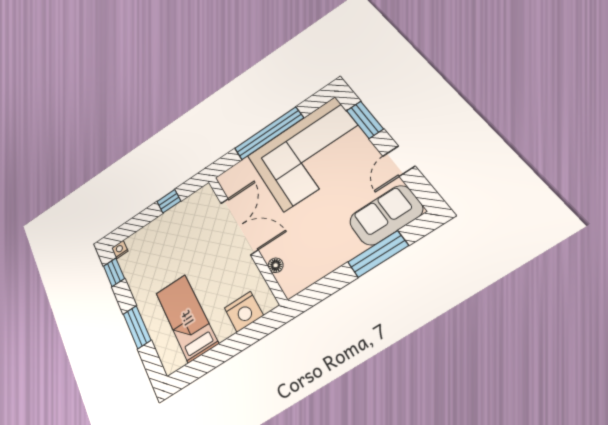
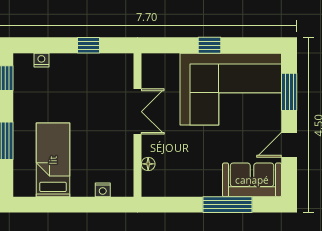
window: (269, 133) -> (209, 45), width x0.32
double door: (239, 226) -> (138, 112), width x0.73
nightstand: (120, 250) -> (41, 60), moved
nightstand: (244, 312) -> (103, 190), width x0.53, depth x0.56

